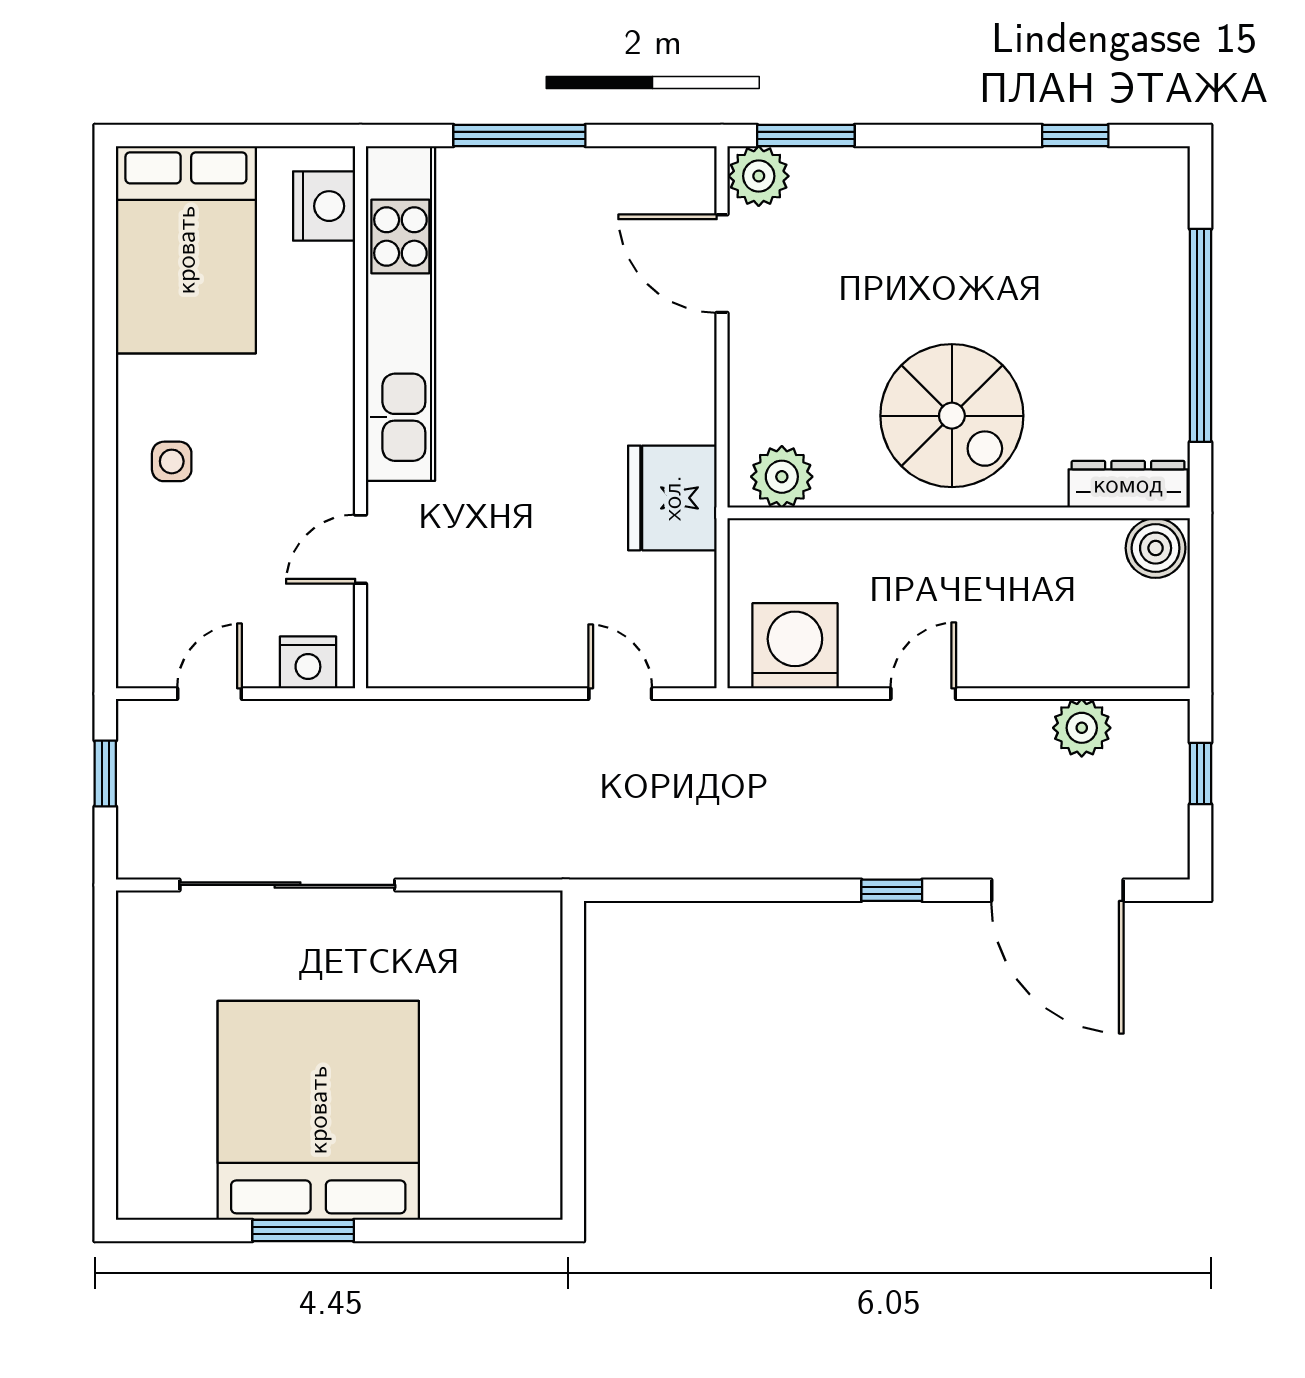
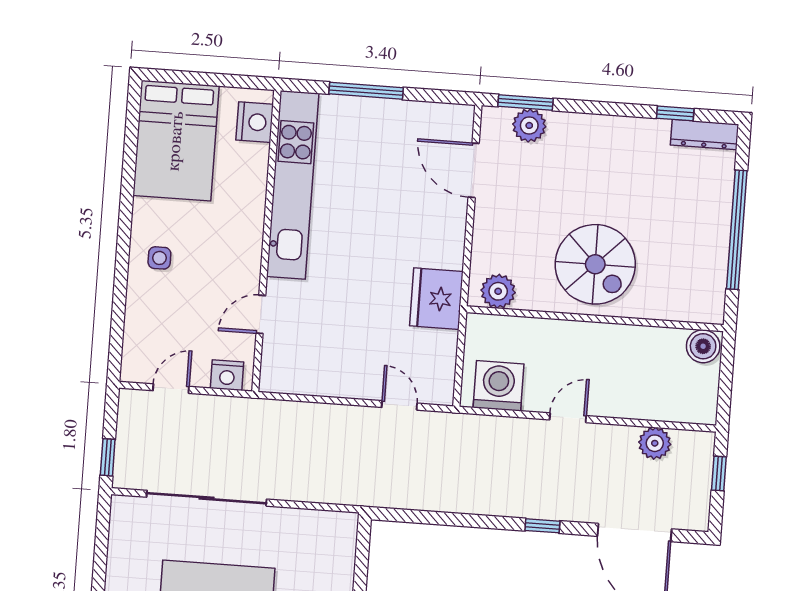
plant: (759, 176) -> (529, 125), moved
dresser: (1128, 484) -> (704, 135), moved, turned 180
window: (105, 774) -> (108, 457), moved

